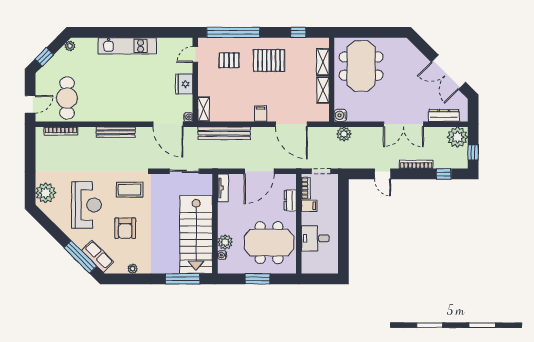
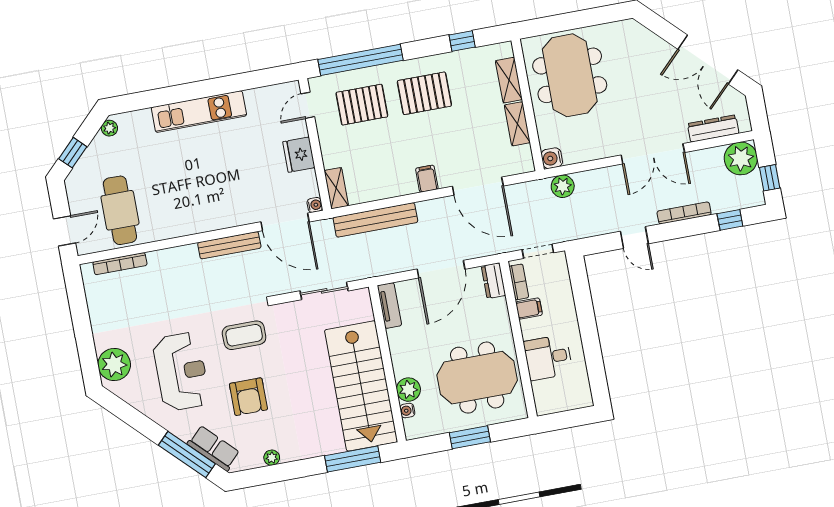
pallet: (229, 60) -> (362, 105), width x1.50, depth x1.42
bench: (116, 132) -> (229, 245), moved
dresser: (290, 200) -> (494, 281), moved

